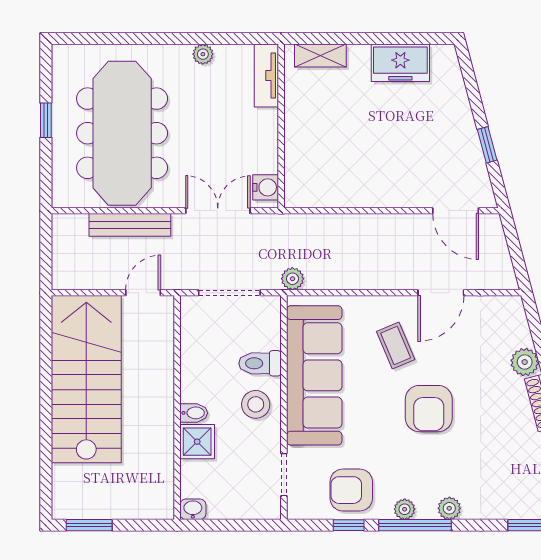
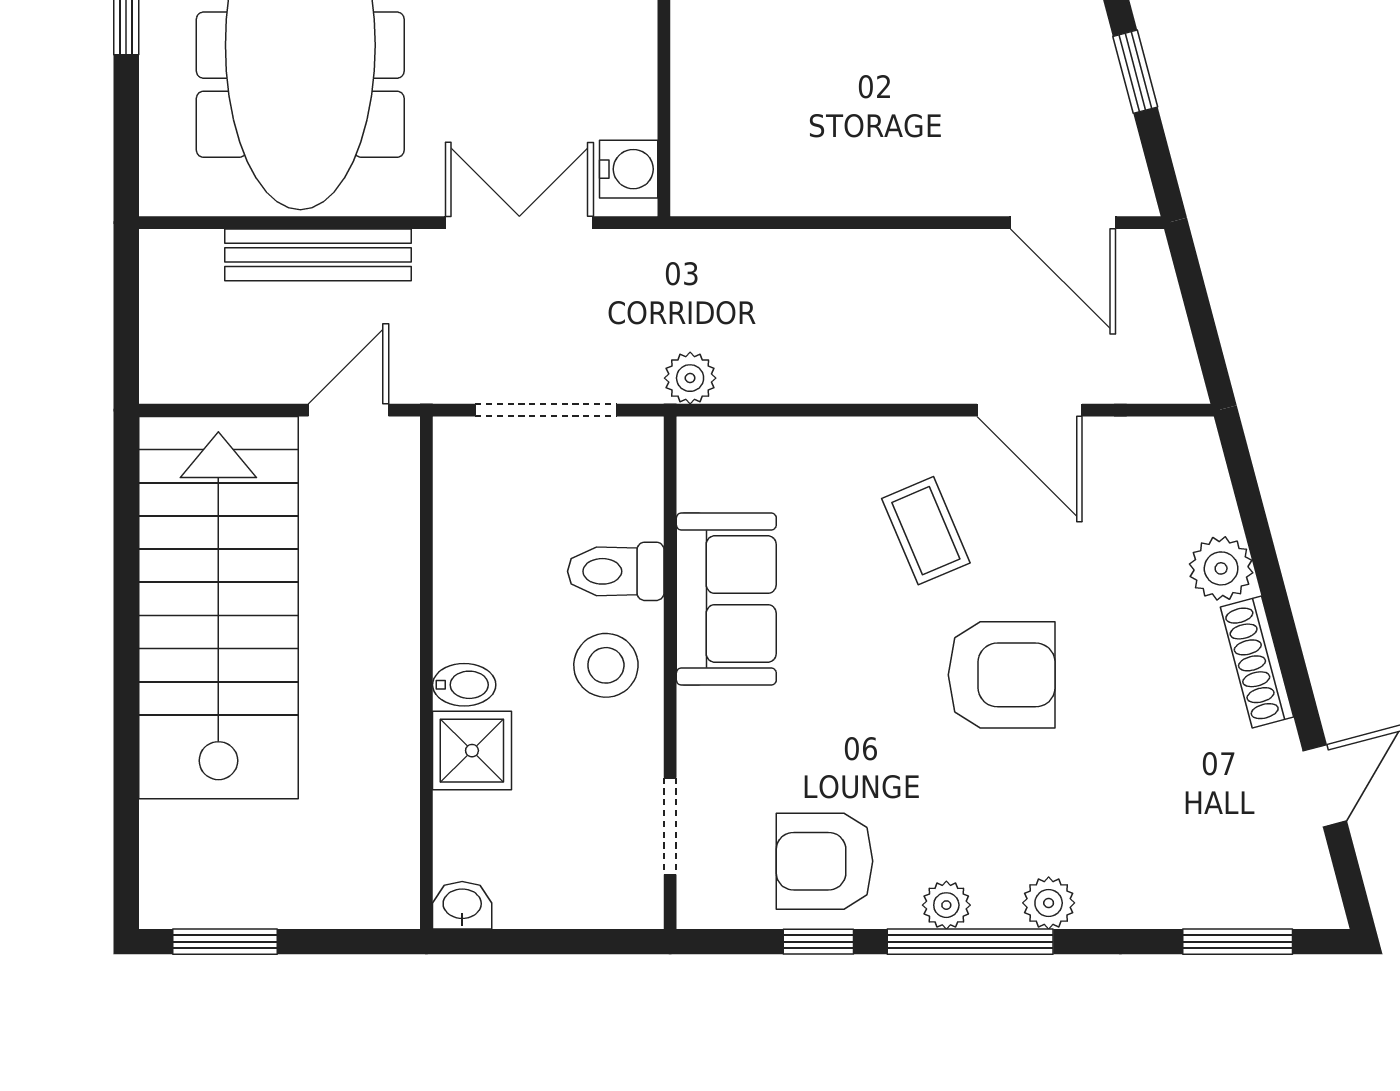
door: (441, 293) -> (1030, 410), hinge flipped
sofa: (314, 375) -> (726, 599), width x0.54, depth x0.79
armchair: (429, 409) -> (1002, 675), turned -90

